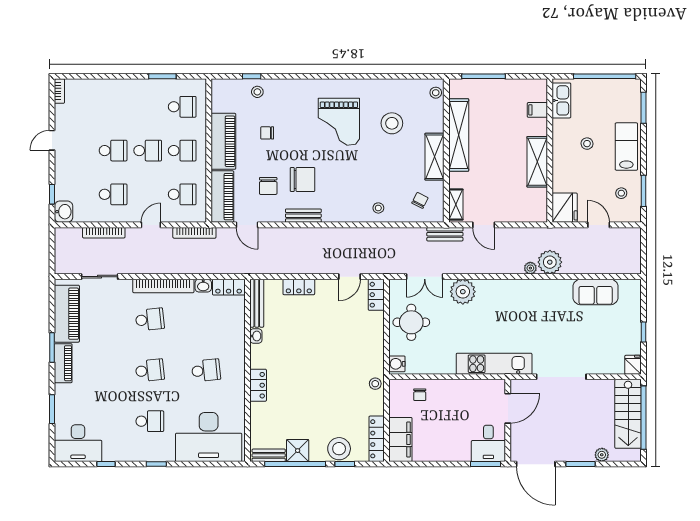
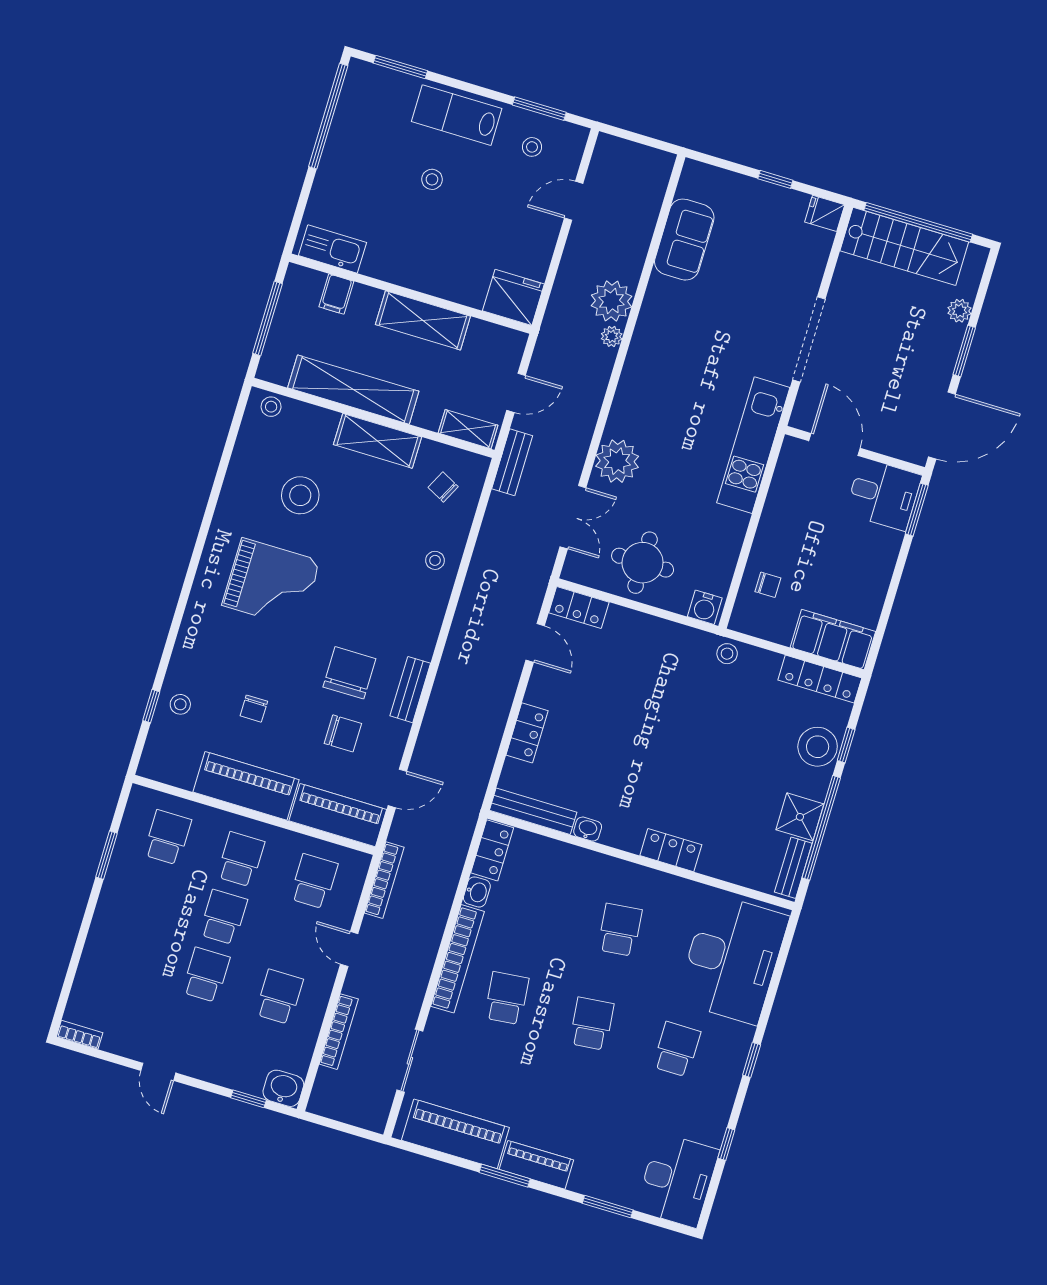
kitchen sink: (561, 100) -> (332, 249), moved
filing cabinet: (537, 110) -> (336, 294), moved
wall: (550, 151) -> (410, 294), moved
shelving: (537, 162) -> (423, 320), moved
fridge: (565, 208) -> (513, 297), moved

